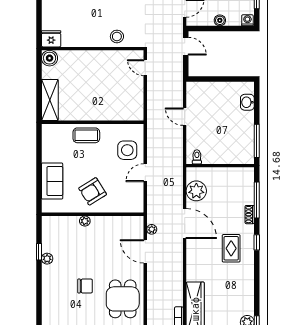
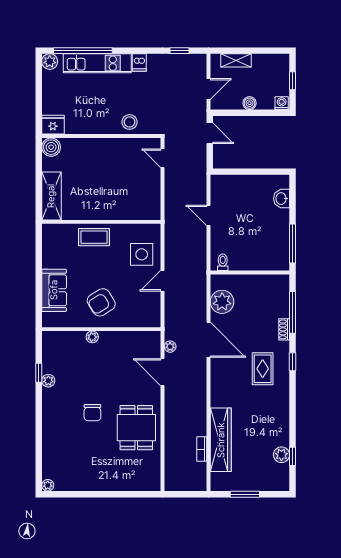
chair: (85, 286) -> (92, 413), turned 90

